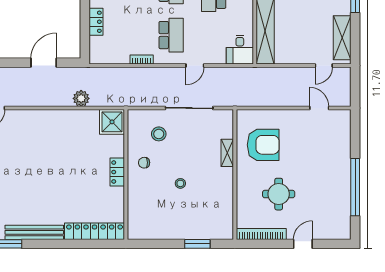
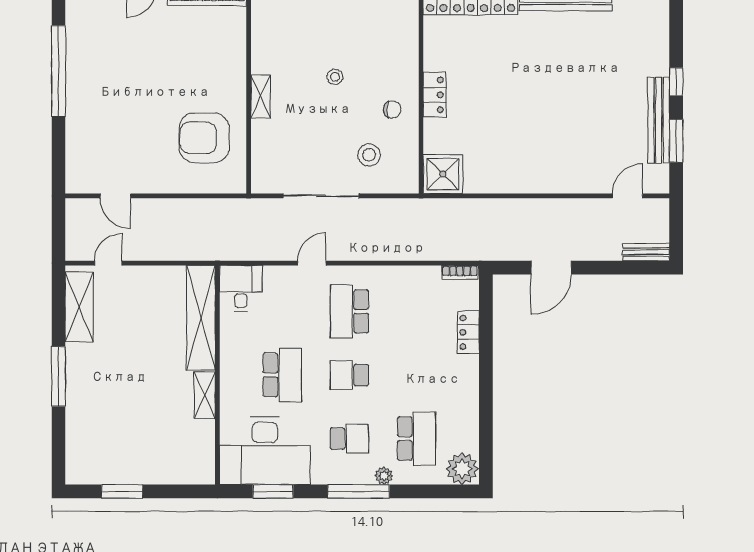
bookcase: (142, 60) -> (460, 273), moved
plant: (81, 98) -> (492, 211), removed
shelving: (227, 153) -> (261, 97), moved
round table: (279, 194) -> (180, 60), removed

